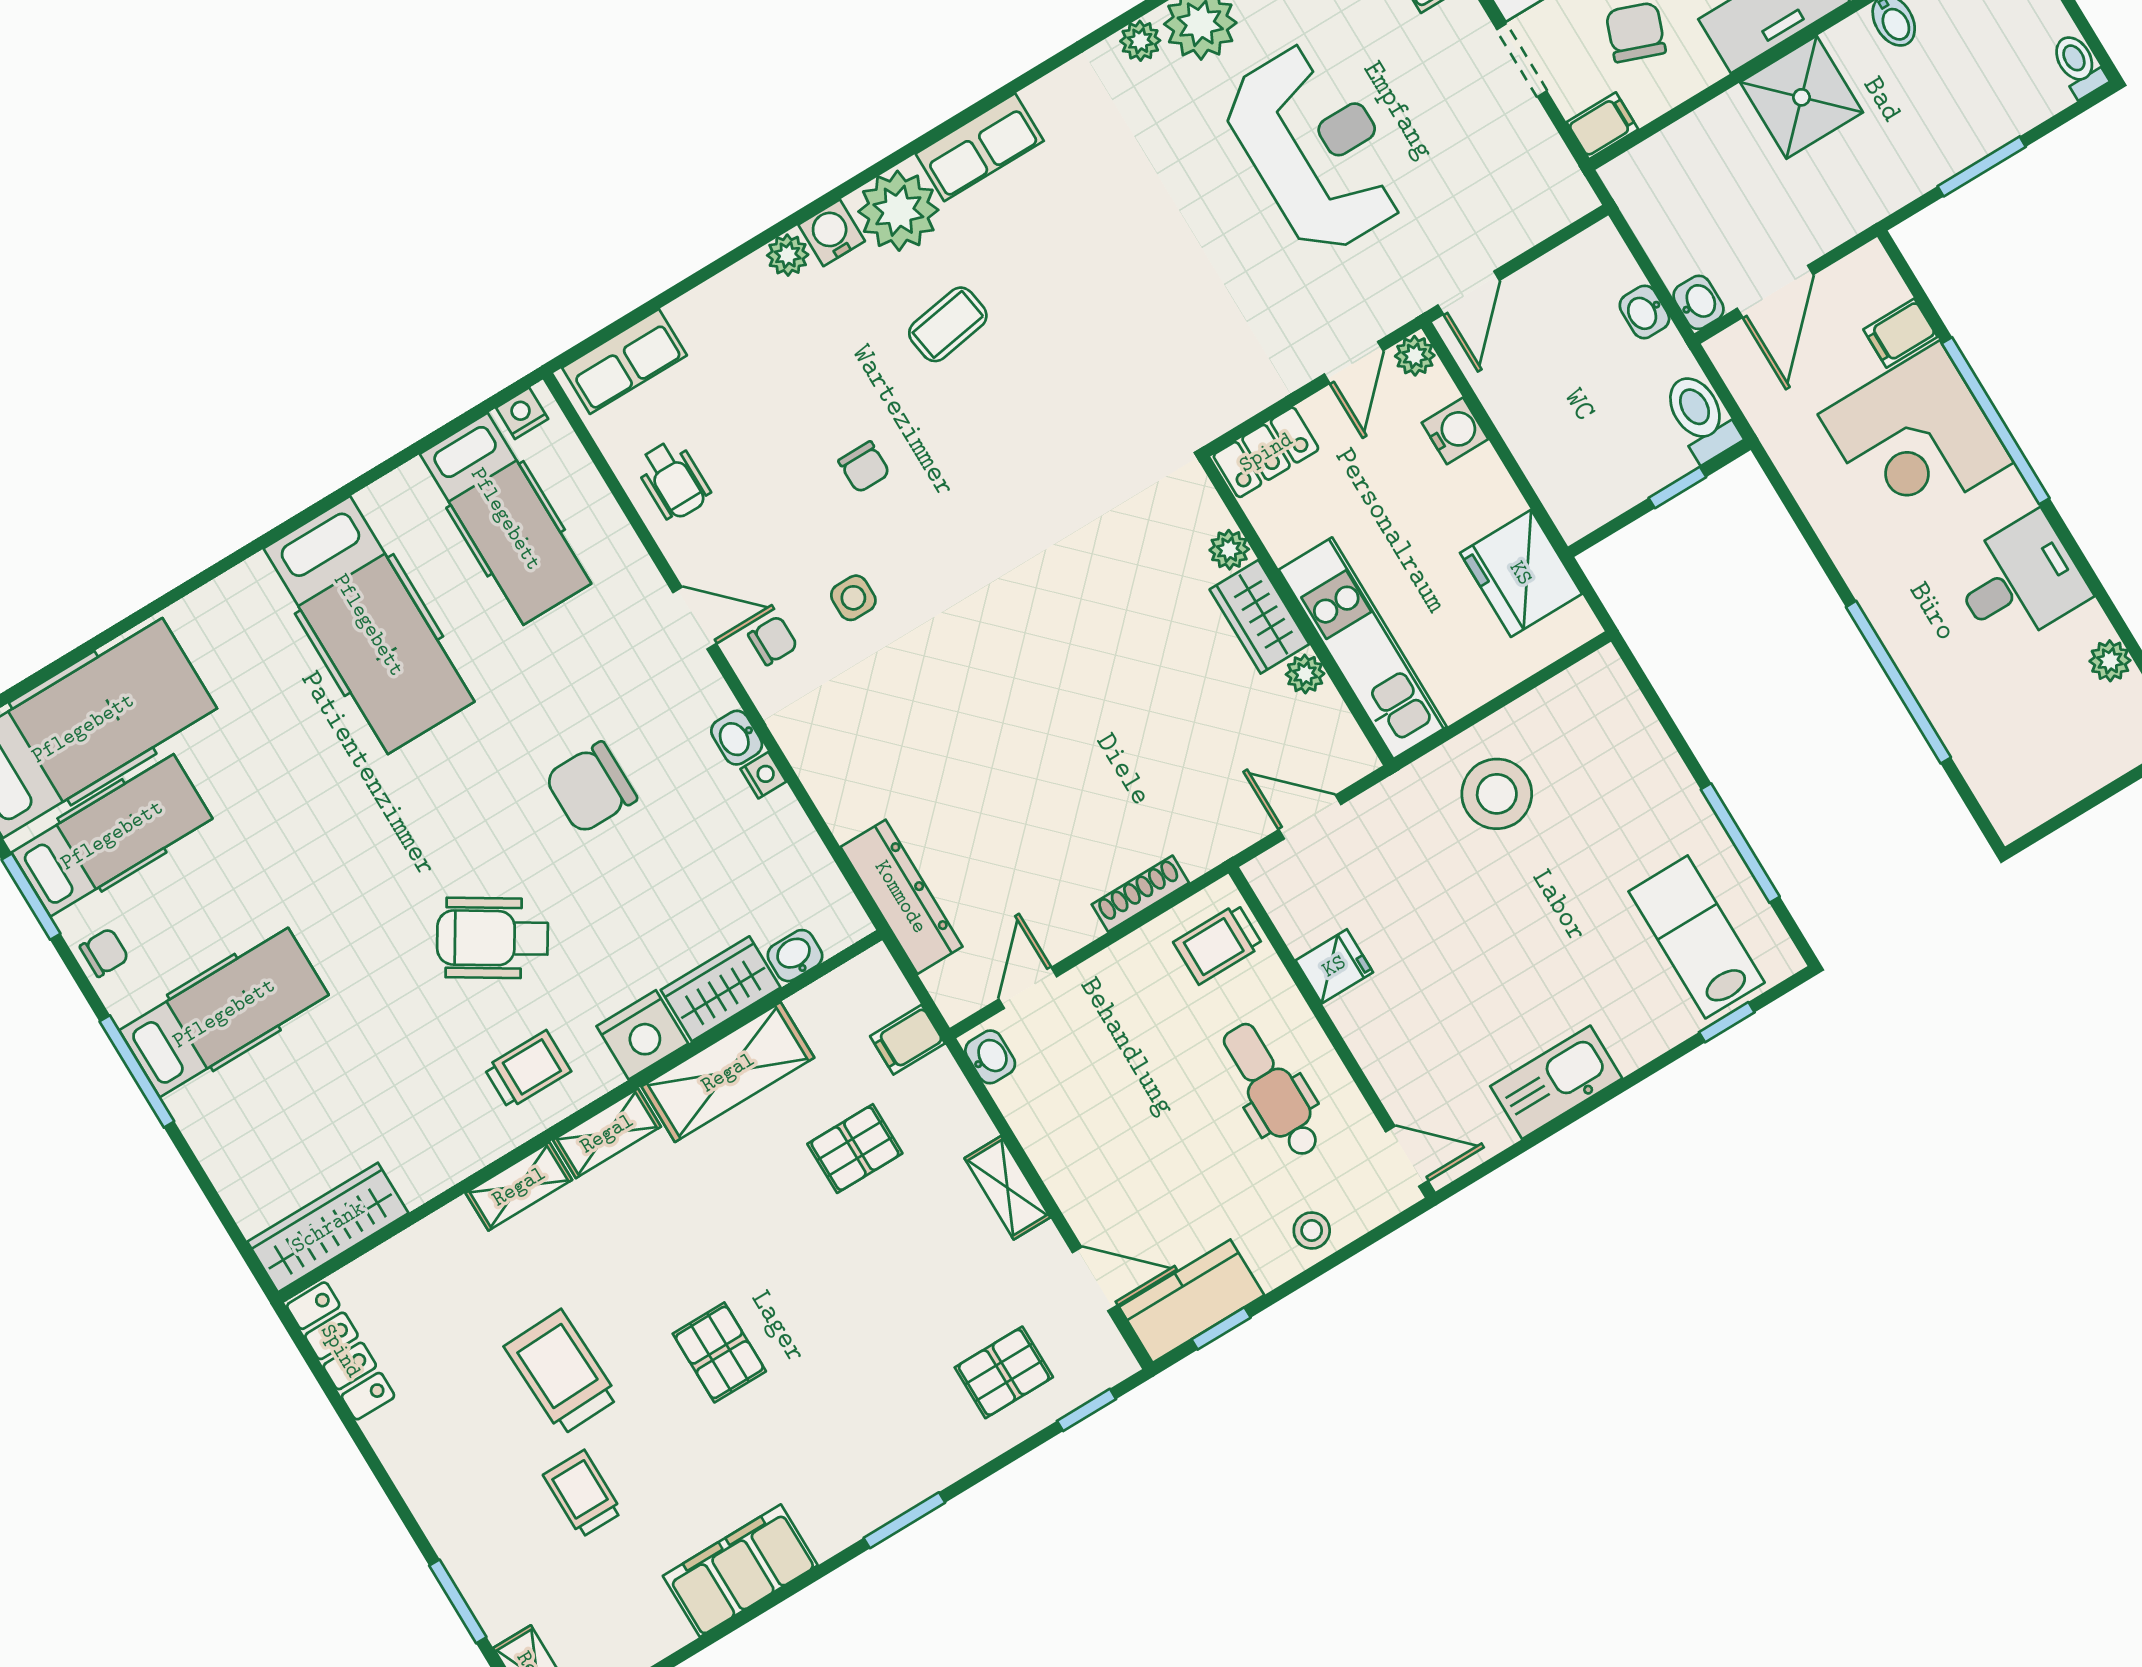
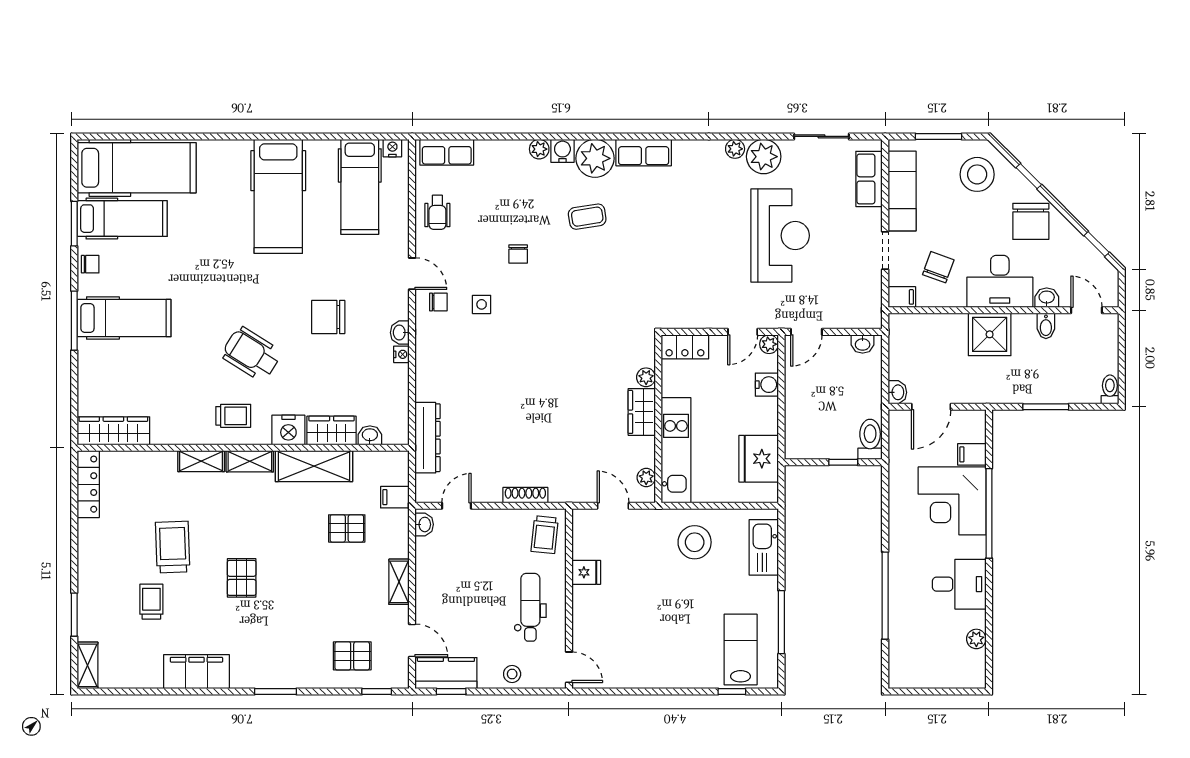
washbasin: (1644, 312) -> (863, 344), moved, turned -90
plant: (1305, 674) -> (646, 478), moved
trolley: (1218, 944) -> (545, 535), turned -84
kitchen sink: (1556, 1082) -> (764, 547), moved, turned -90

